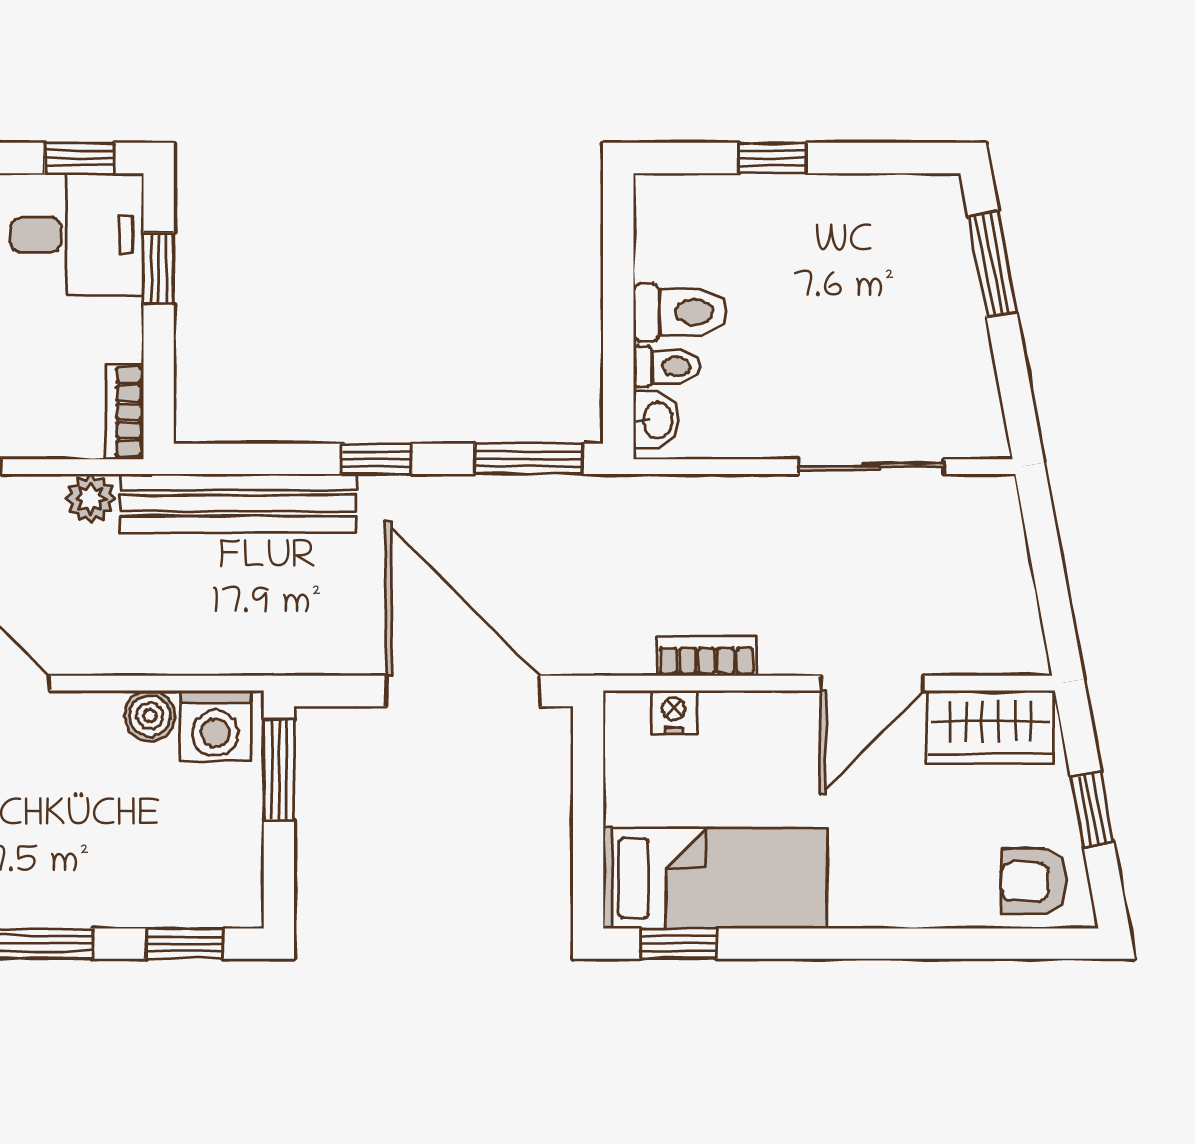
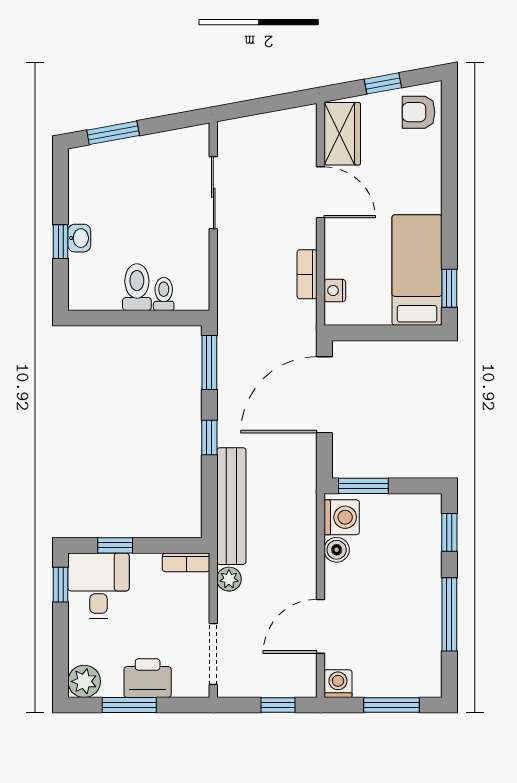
washbasin: (656, 420) -> (79, 238), moved, turned 90
armchair: (1034, 881) -> (419, 112), turned 90

